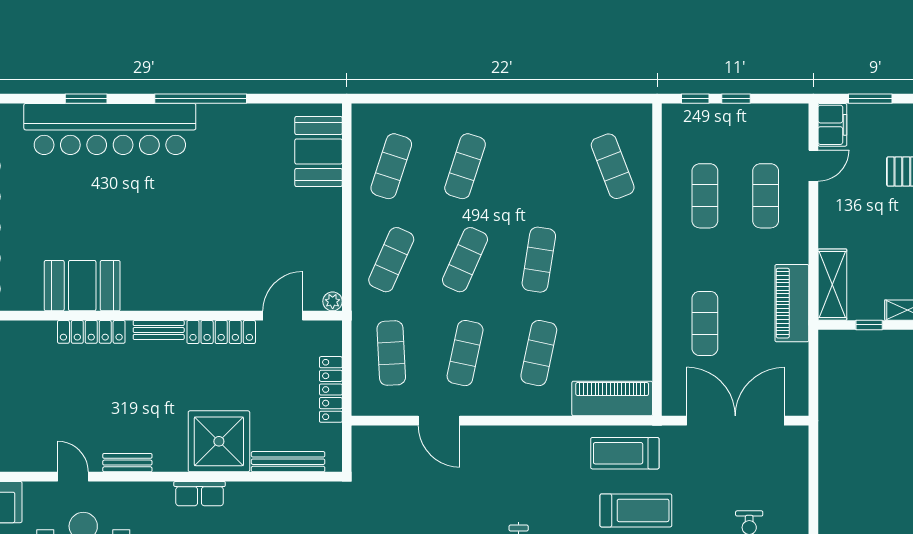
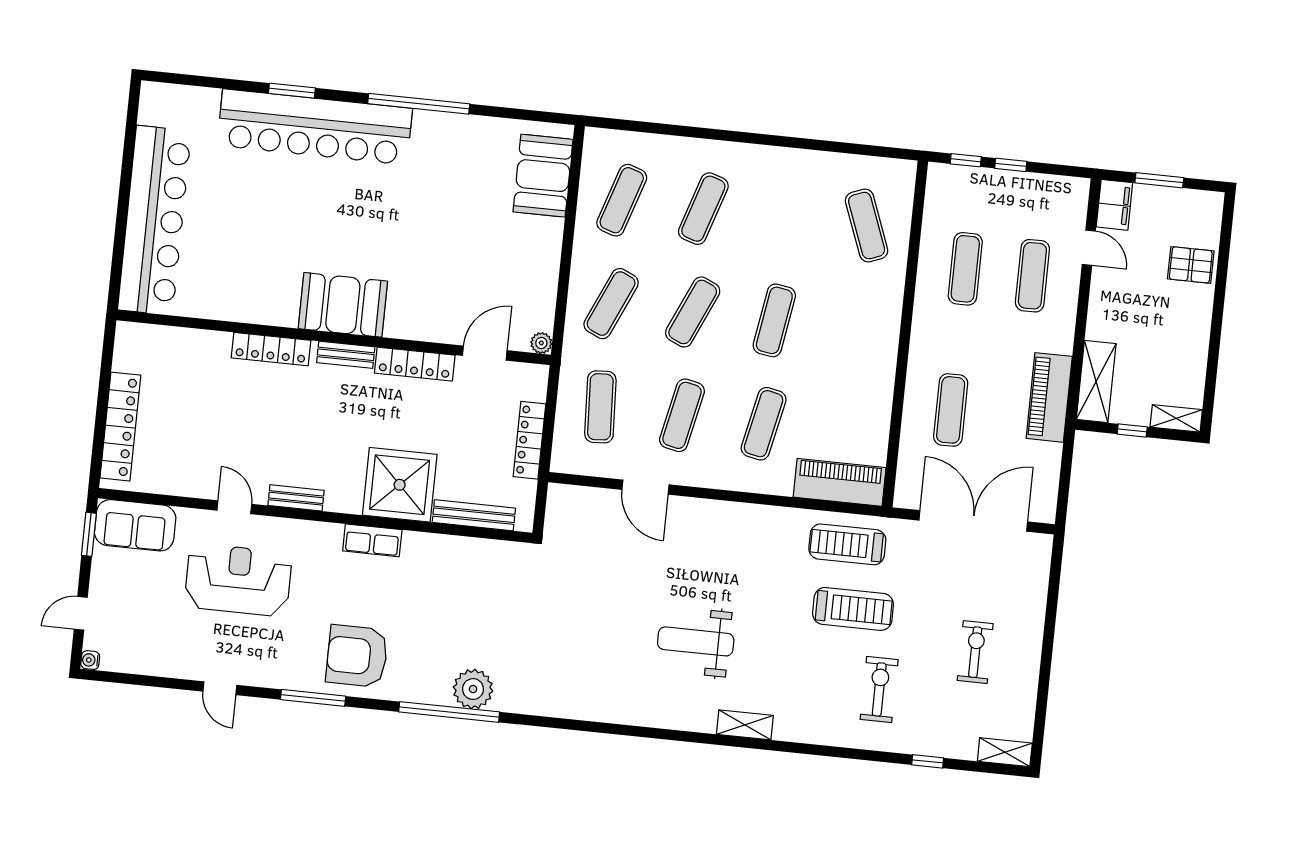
door: (813, 166) -> (1089, 248), hinge flipped
booth: (82, 286) -> (343, 305), moved

